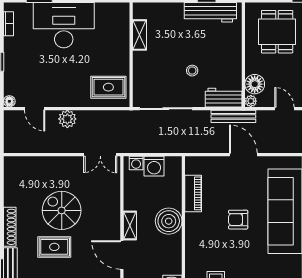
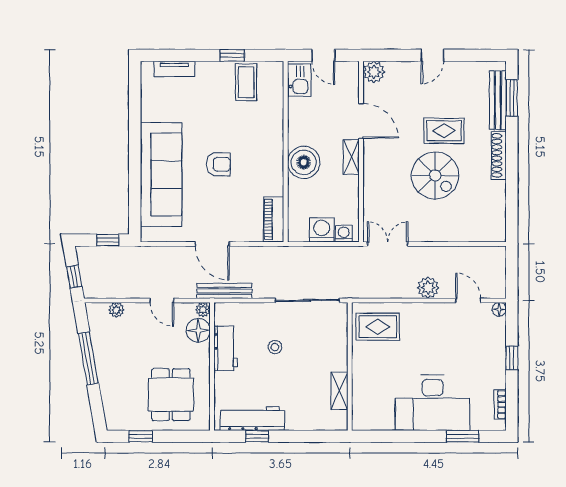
workbench: (224, 98) -> (226, 348), moved, turned -90
piano: (193, 193) -> (274, 219), moved

